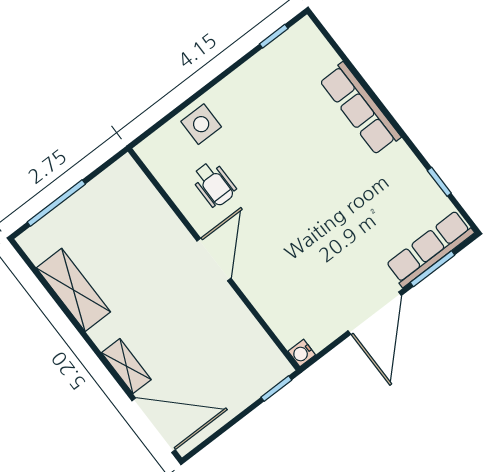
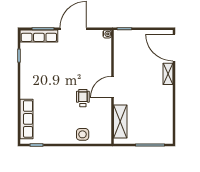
row of seats: (360, 109) -> (26, 119), moved
wheelchair: (214, 184) -> (83, 98), moved
shelving: (73, 290) -> (120, 121), moved

